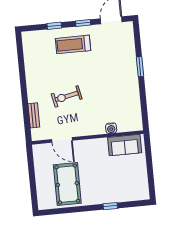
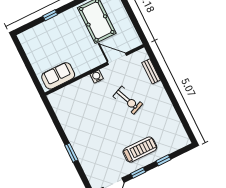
exercise bike: (67, 96) -> (128, 100), turned 79
water cooler: (111, 128) -> (97, 76), moved

